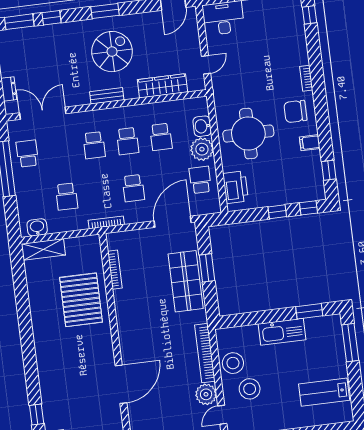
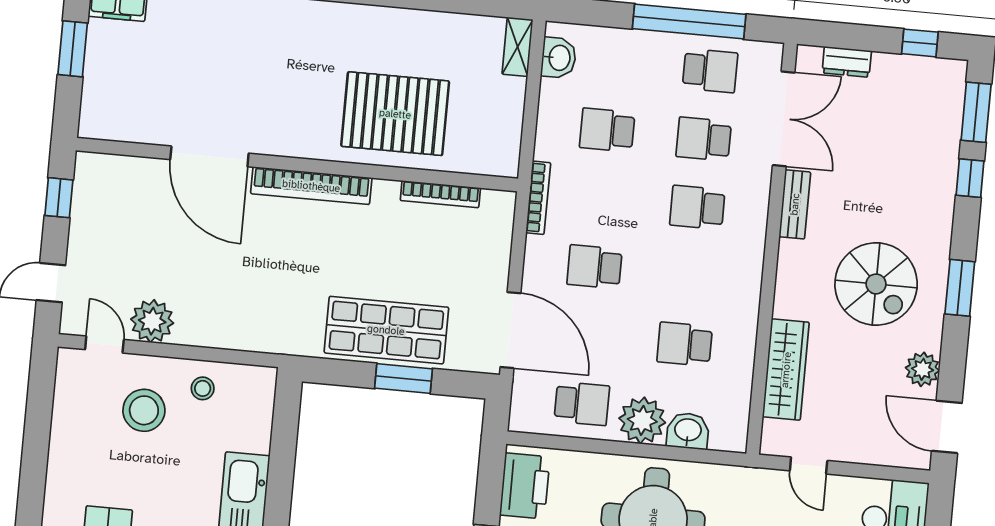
plant: (148, 20) -> (923, 369), added
bench: (107, 96) -> (795, 204), moved
school desk: (128, 141) -> (704, 139), moved
printer: (235, 187) -> (525, 486), moved, turned -90
shelving: (43, 249) -> (518, 47), width x0.67, depth x0.75
bookcase: (205, 353) -> (311, 186), moved, turned 180
stool: (233, 363) -> (203, 388), width x0.53, depth x0.53

